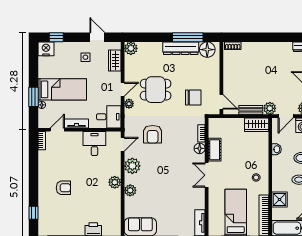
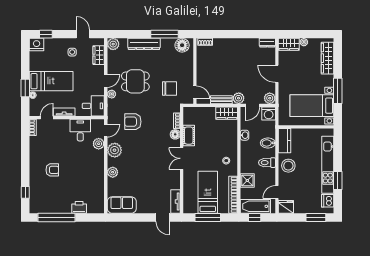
dresser: (181, 48) -> (144, 44), moved
armchair: (153, 134) -> (133, 122), turned 90
plant: (115, 182) -> (99, 144), moved

